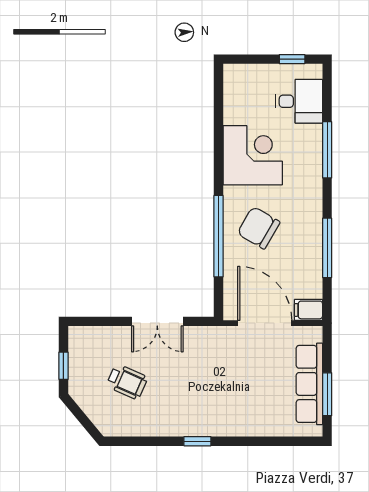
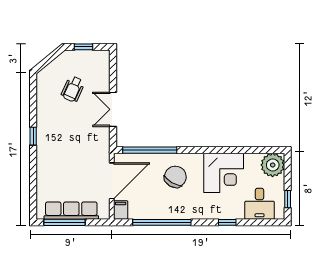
plant: (241, 81) -> (273, 165), added
window: (327, 150) -> (227, 222), width x0.46
window: (219, 236) -> (150, 150), moved
window: (327, 248) -> (162, 222), width x1.46
window: (327, 394) -> (64, 222), width x1.44

